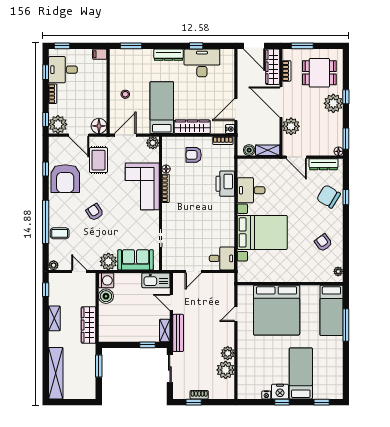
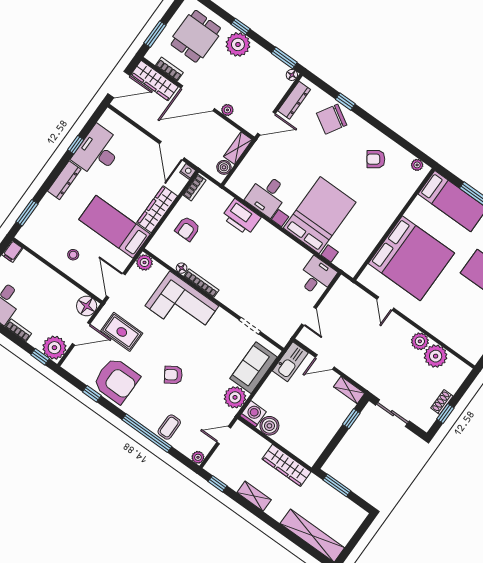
plant: (291, 126) -> (227, 110), width x0.53, depth x0.53
bench: (178, 333) -> (362, 378), removed

